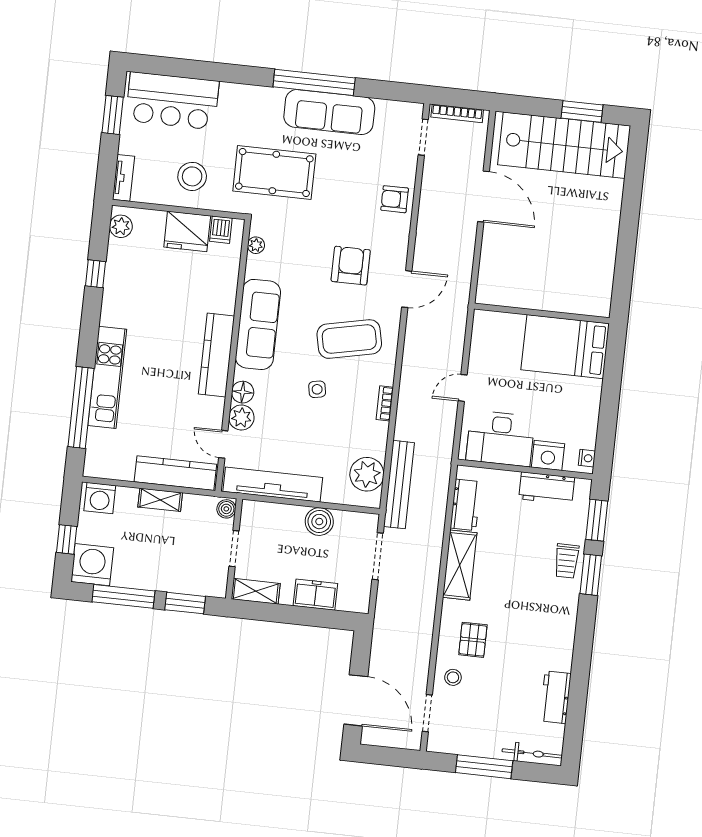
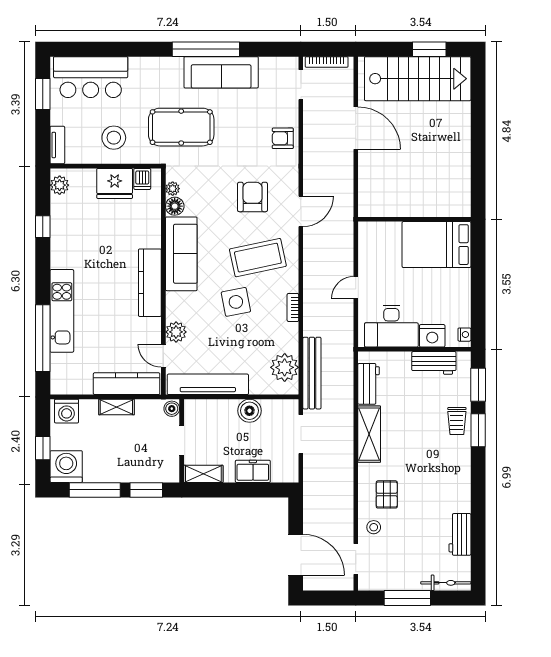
side table: (317, 389) -> (236, 302), width x1.87, depth x1.87
floor lamp: (243, 392) -> (175, 206), moved

